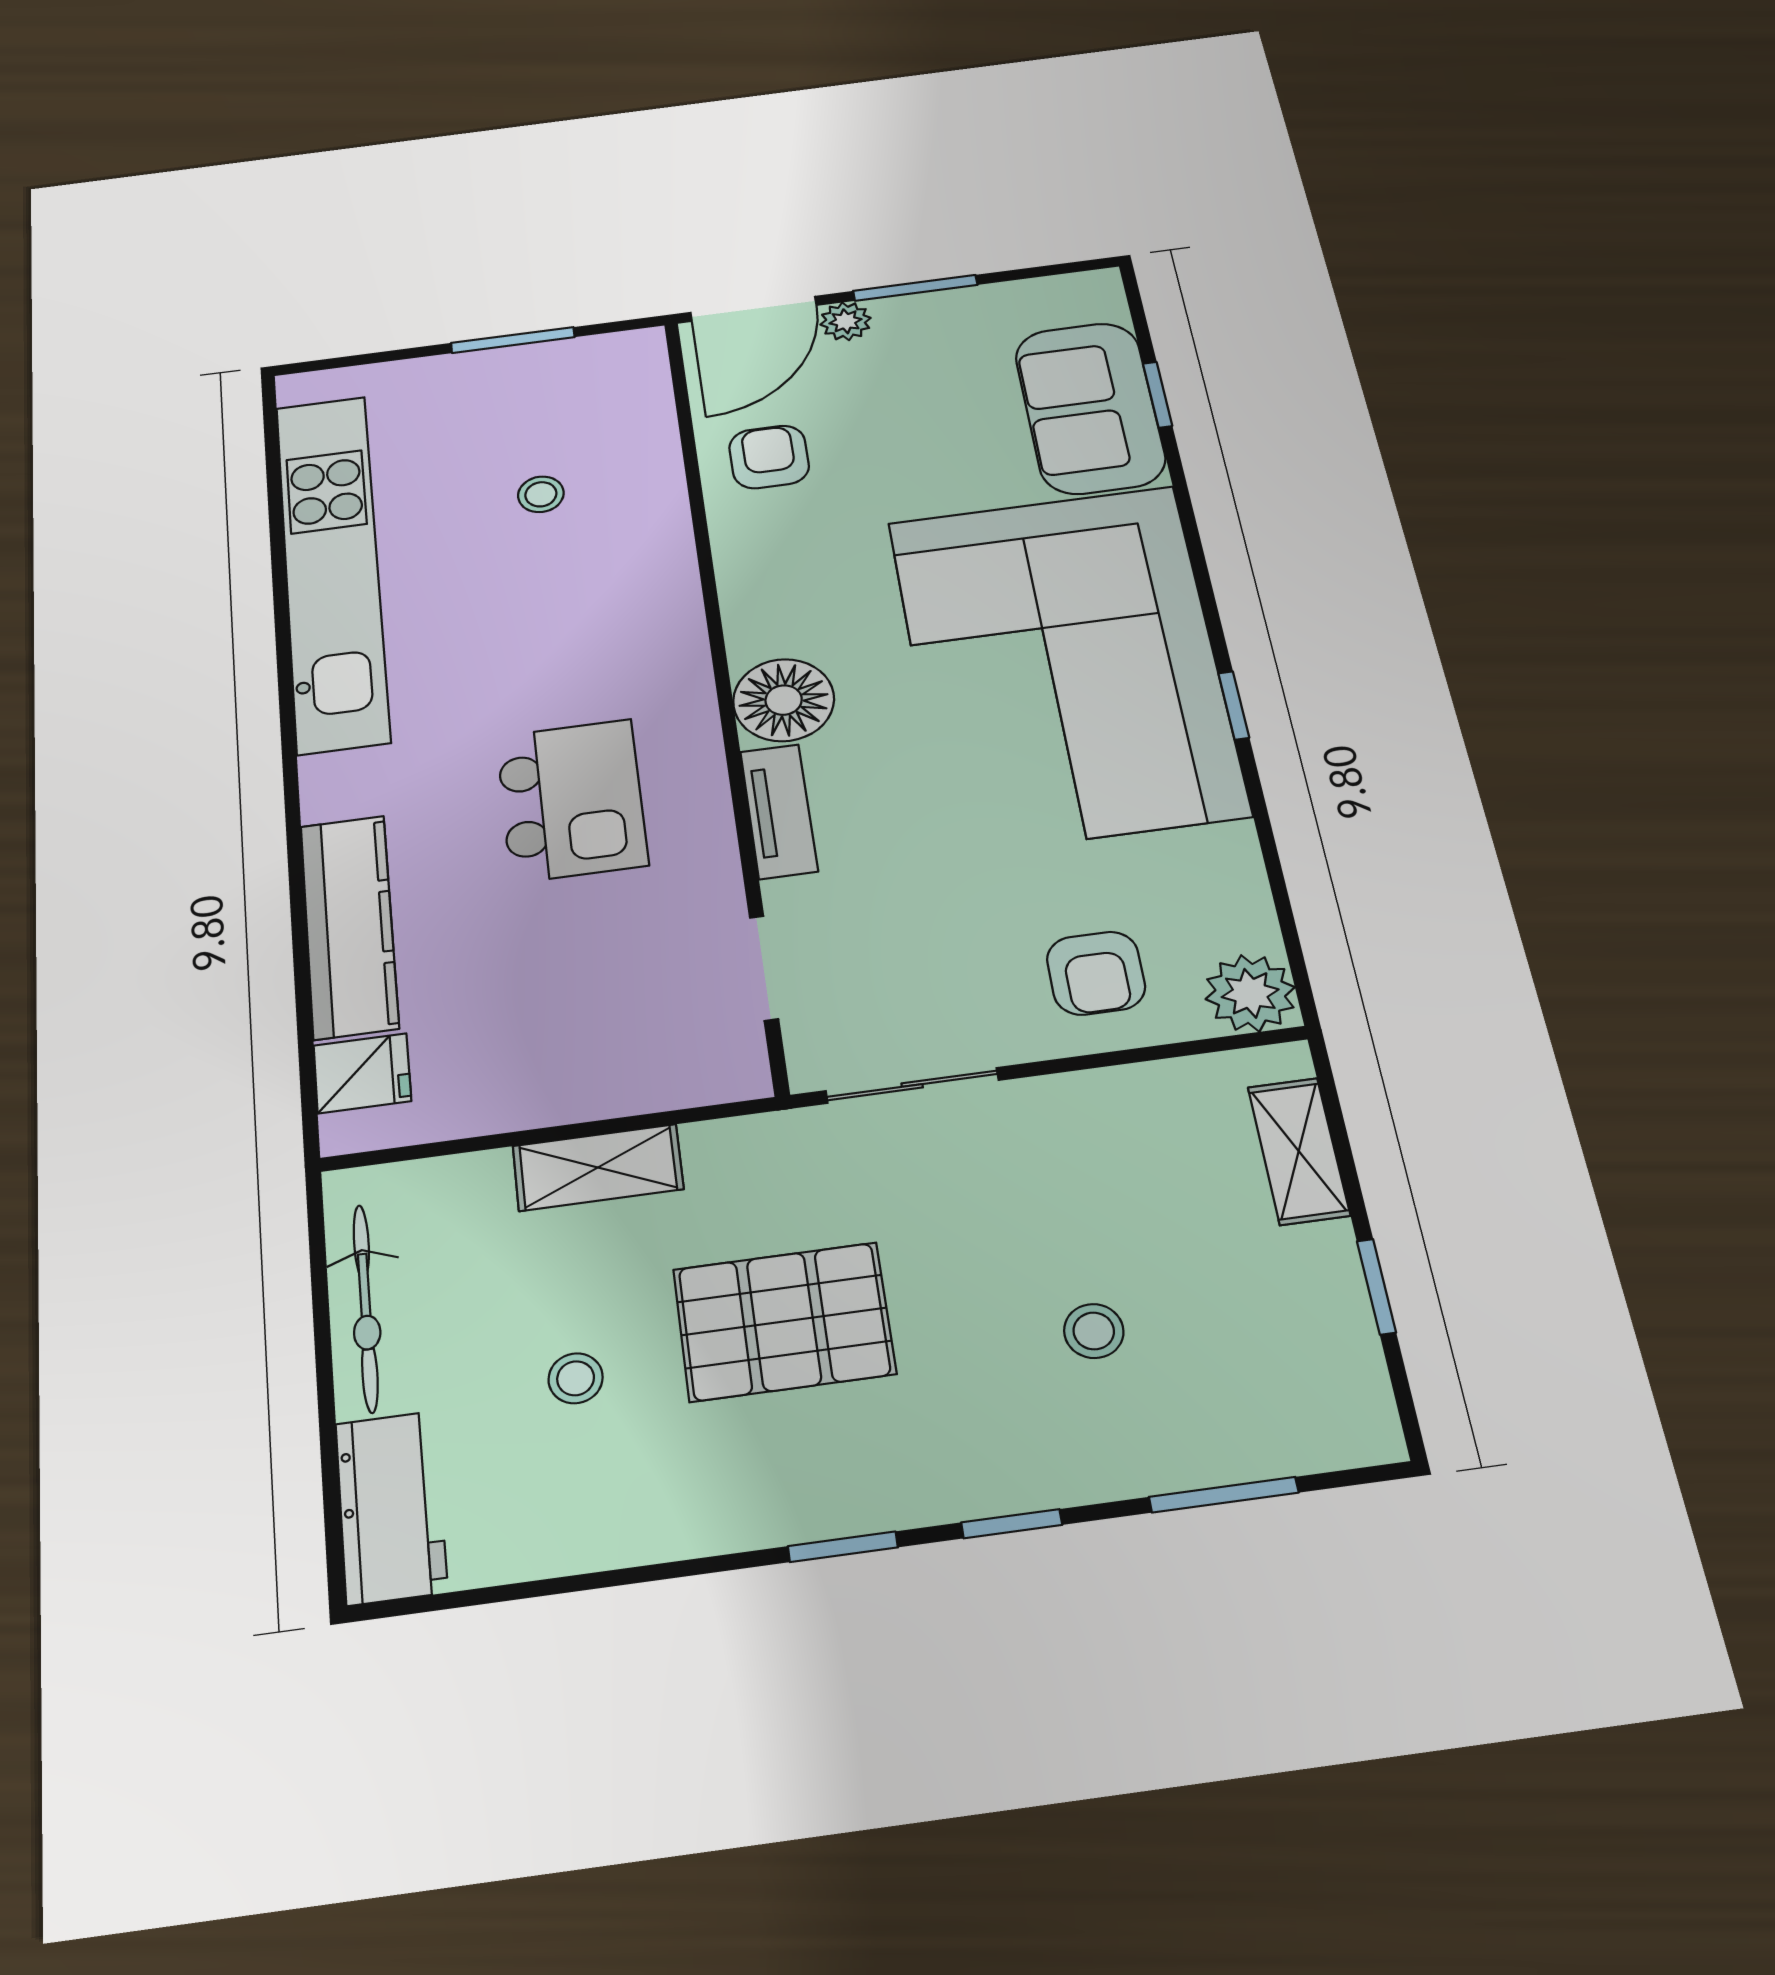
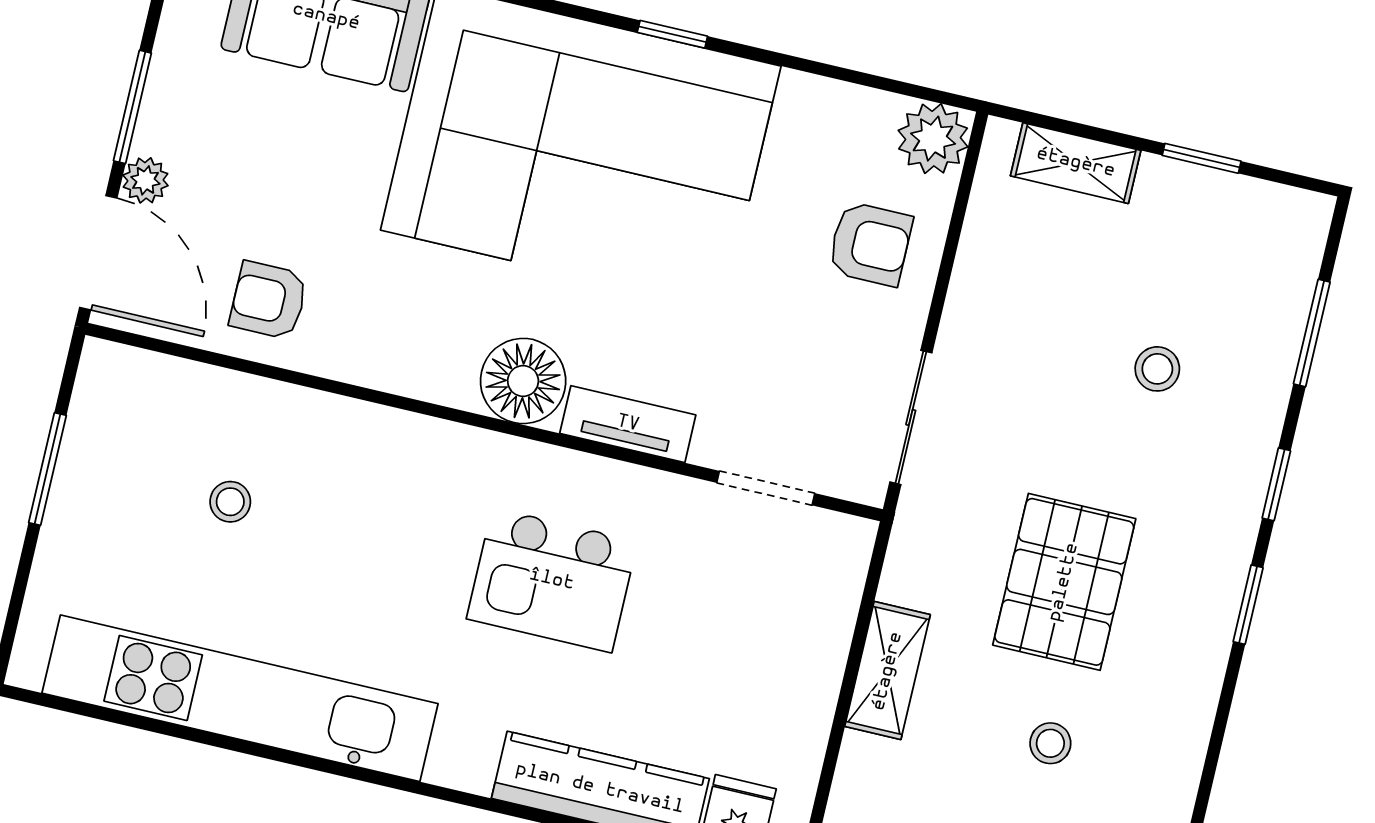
kitchen island: (572, 800) -> (552, 580), turned 180

